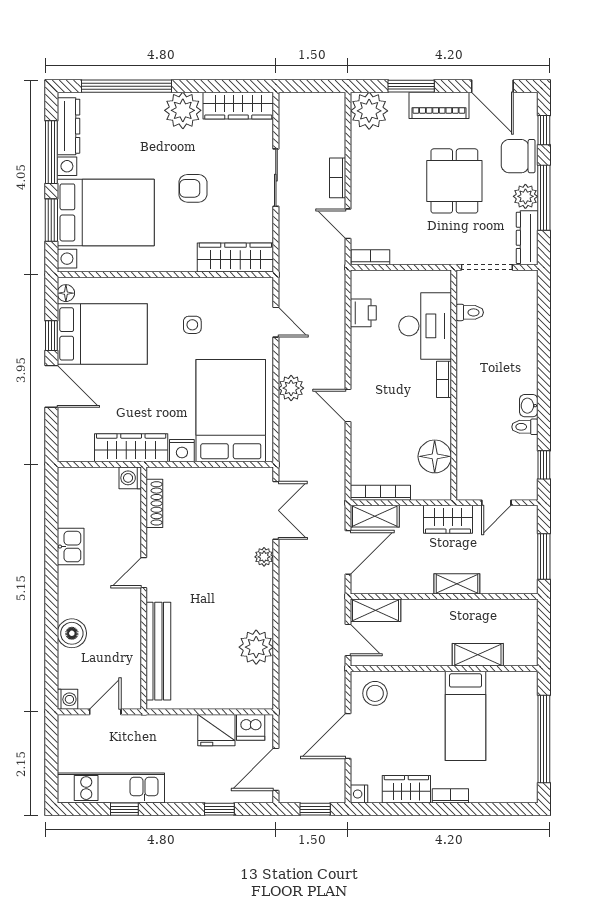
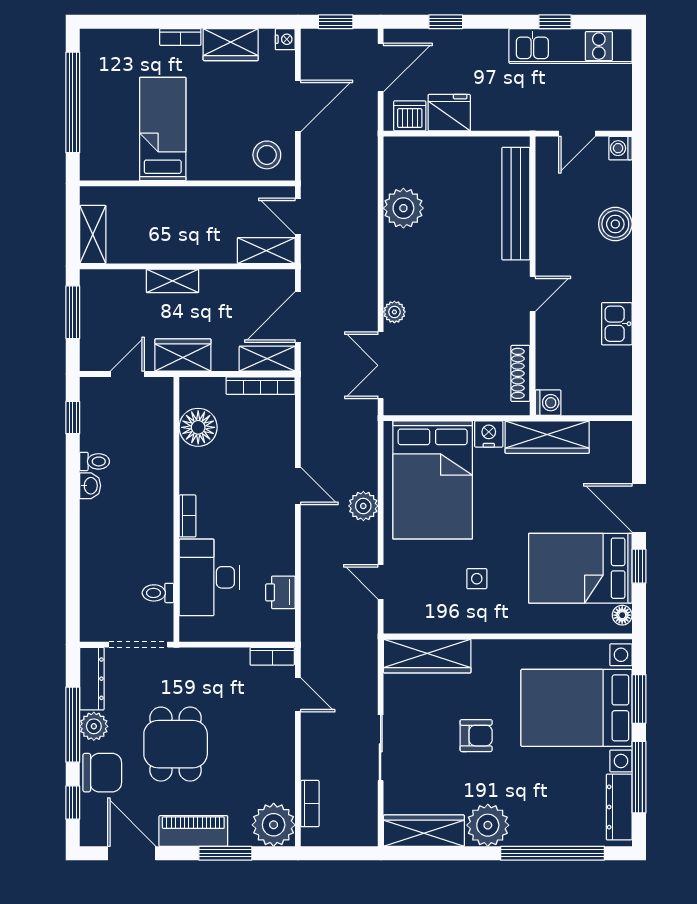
bookcase: (338, 178) -> (310, 804), moved
shelving: (478, 655) -> (93, 234), moved, turned 90

